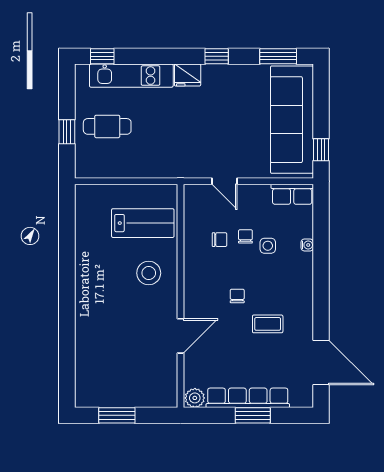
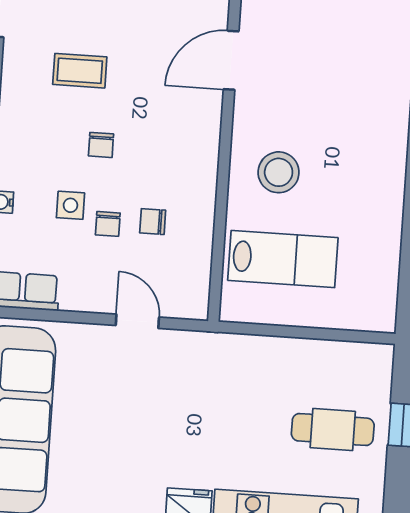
lab bench: (143, 223) -> (283, 259), turned 180
chair: (237, 296) -> (101, 145), moved

